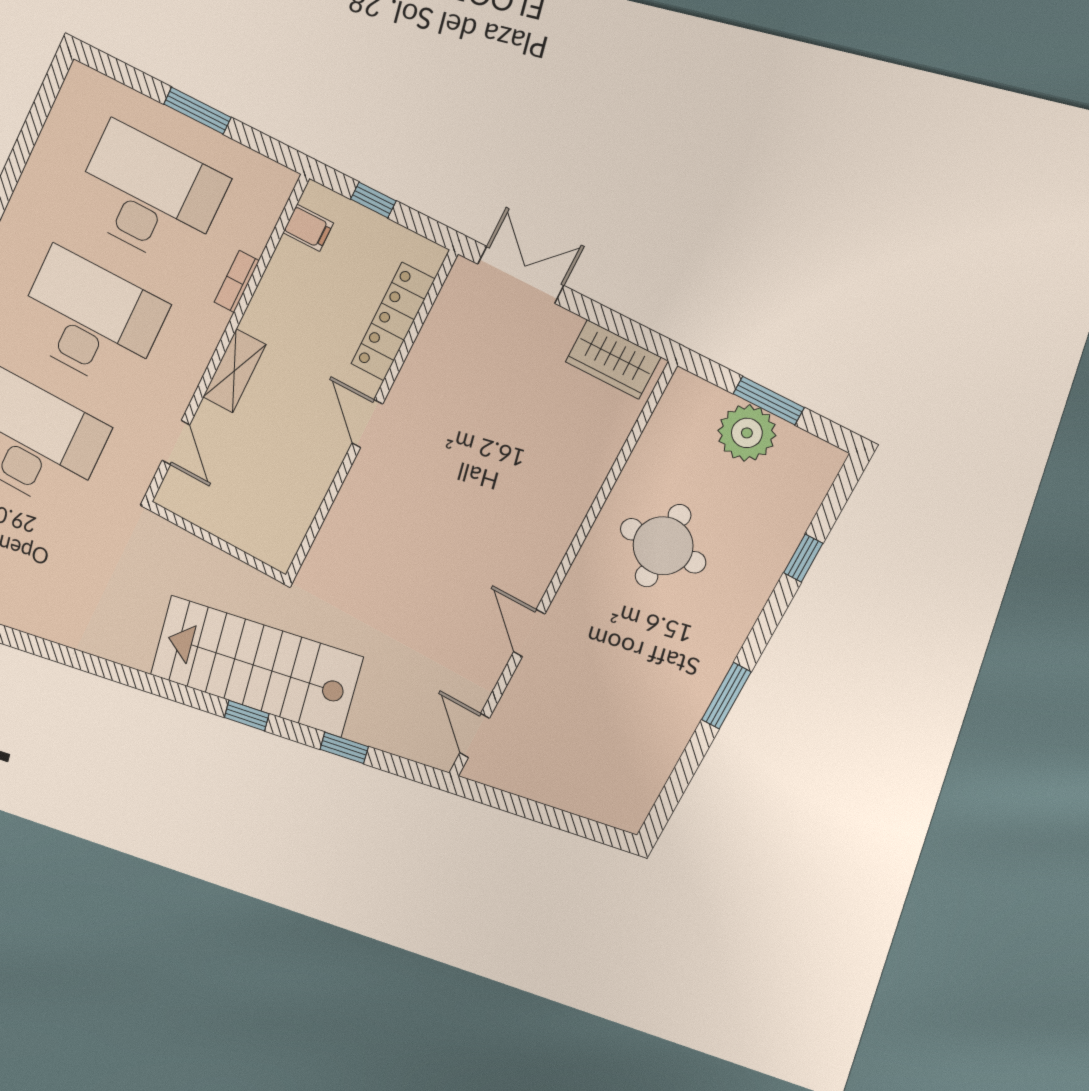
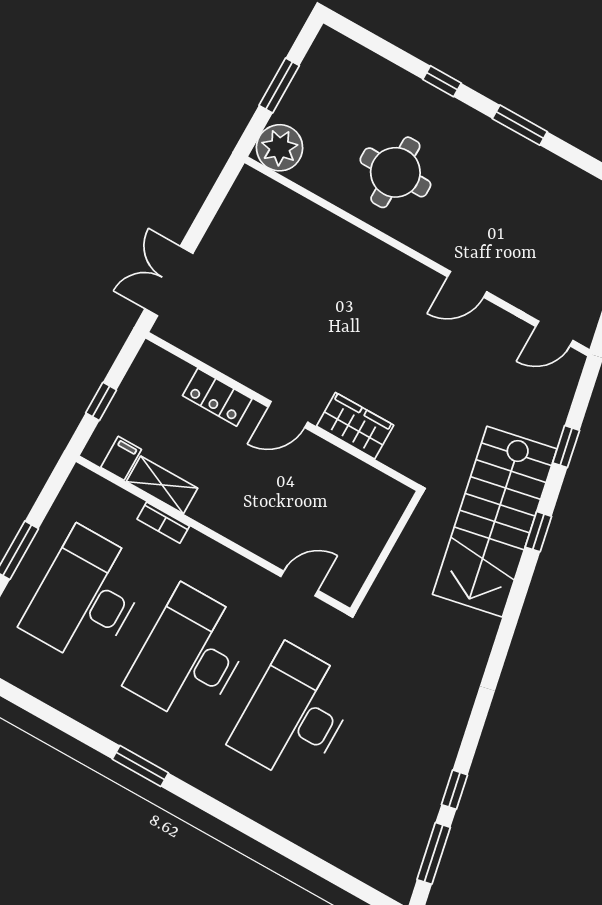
locker: (393, 322) -> (217, 397), width x0.66
wardrobe: (613, 359) -> (355, 426), moved, turned -90
shelving: (234, 371) -> (162, 485), moved
plant: (747, 433) -> (280, 148), moved
window: (803, 558) -> (442, 81), moved

